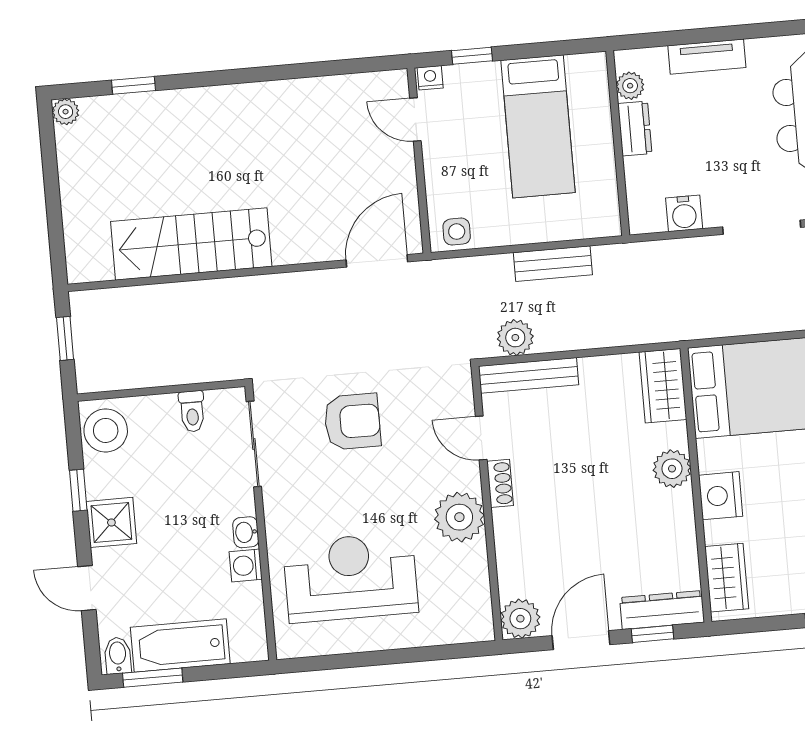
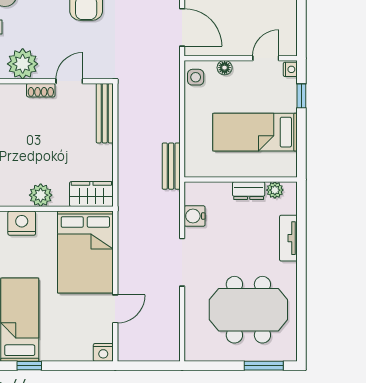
floor lamp: (437, 186) -> (225, 68), added
bench: (553, 264) -> (171, 166), moved
plant: (515, 338) -> (128, 107), removed

